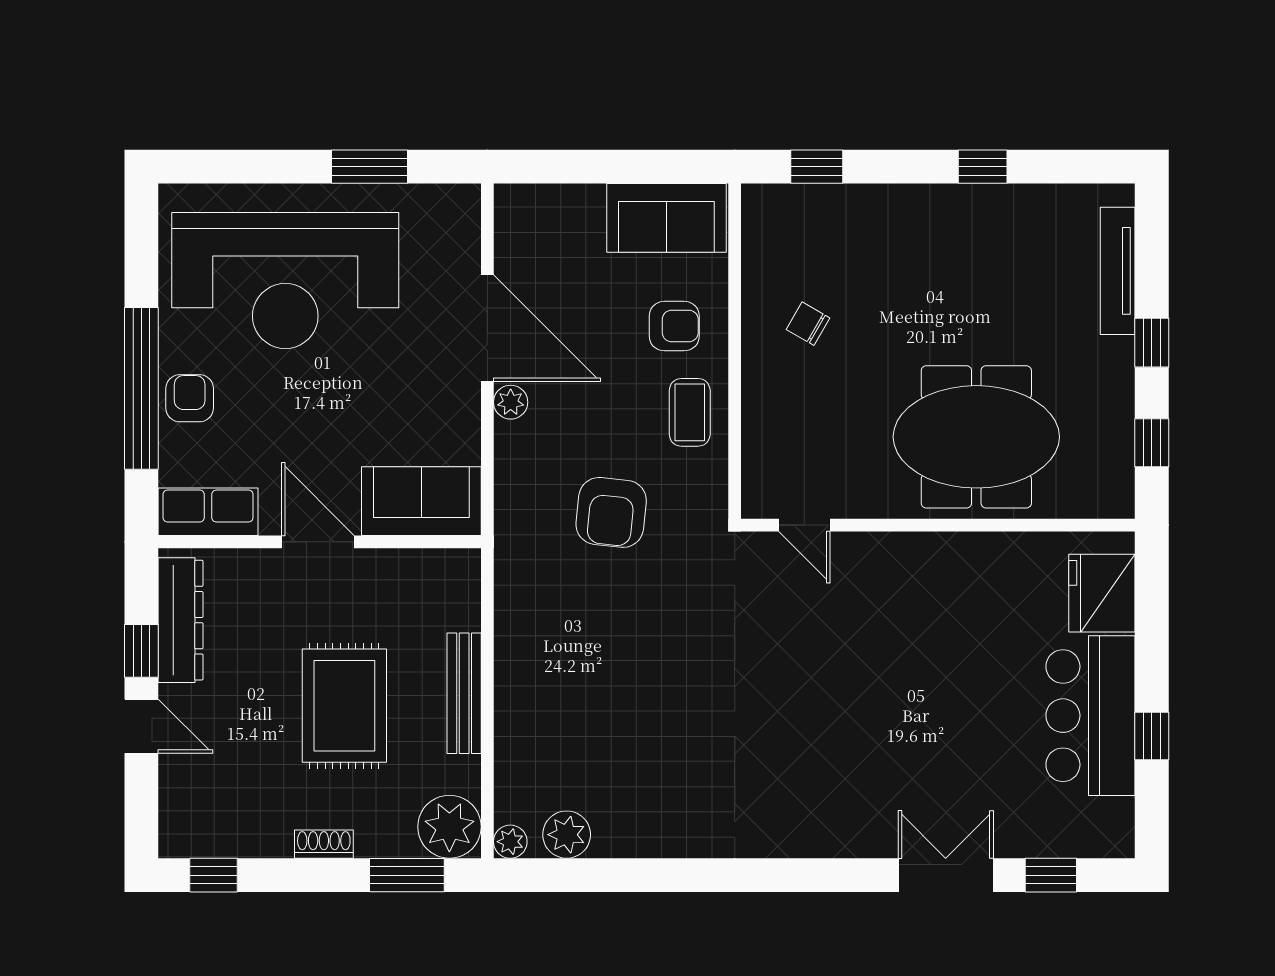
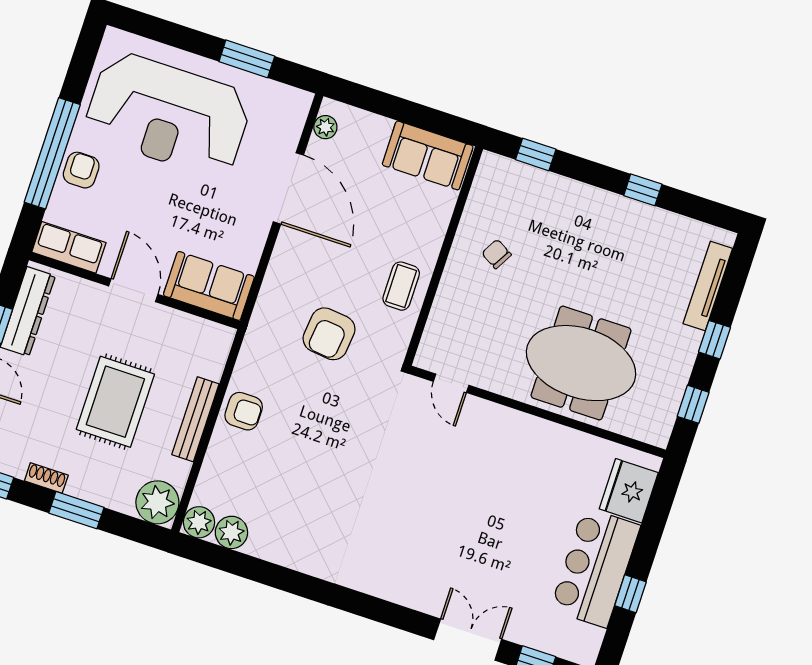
armchair: (674, 326) -> (244, 411), moved
plant: (511, 402) -> (325, 127), moved
plant: (510, 842) -> (199, 522), width x1.38, depth x1.38
shoe rack: (324, 844) -> (46, 478), moved
window: (407, 875) -> (76, 510), moved

